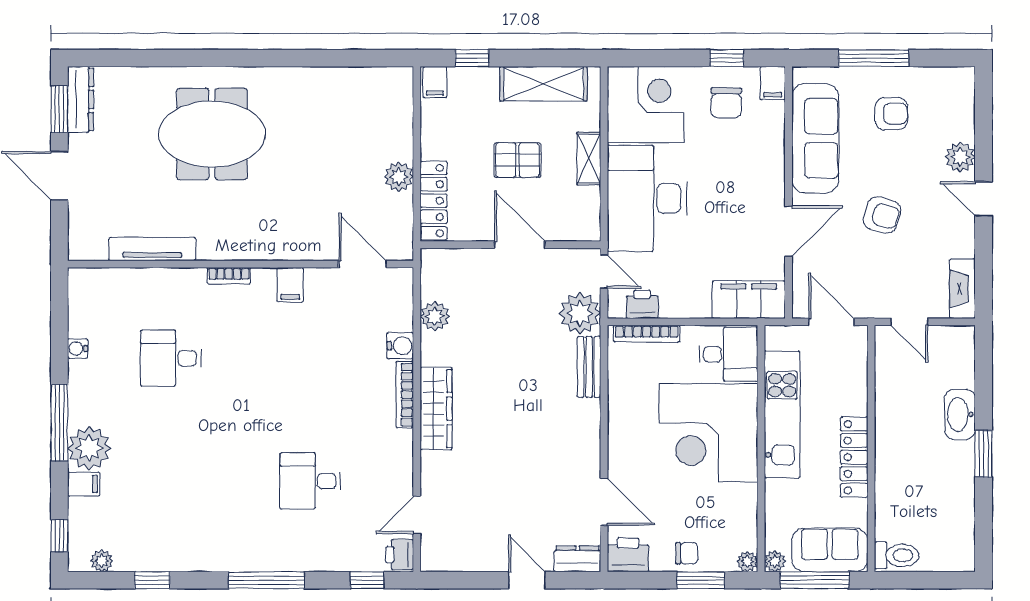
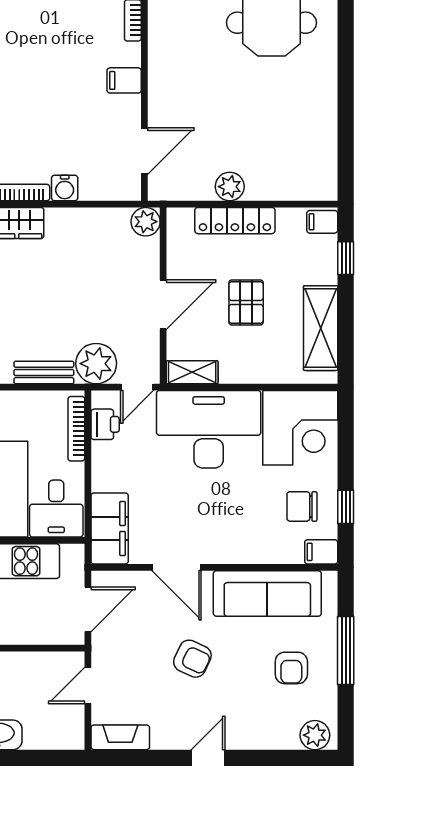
plant: (960, 157) -> (315, 735), moved
shelving: (589, 159) -> (192, 372), moved
locker: (434, 201) -> (235, 221), moved
armchair: (882, 215) -> (192, 659), turned -82
plant: (435, 316) -> (146, 222), moved

